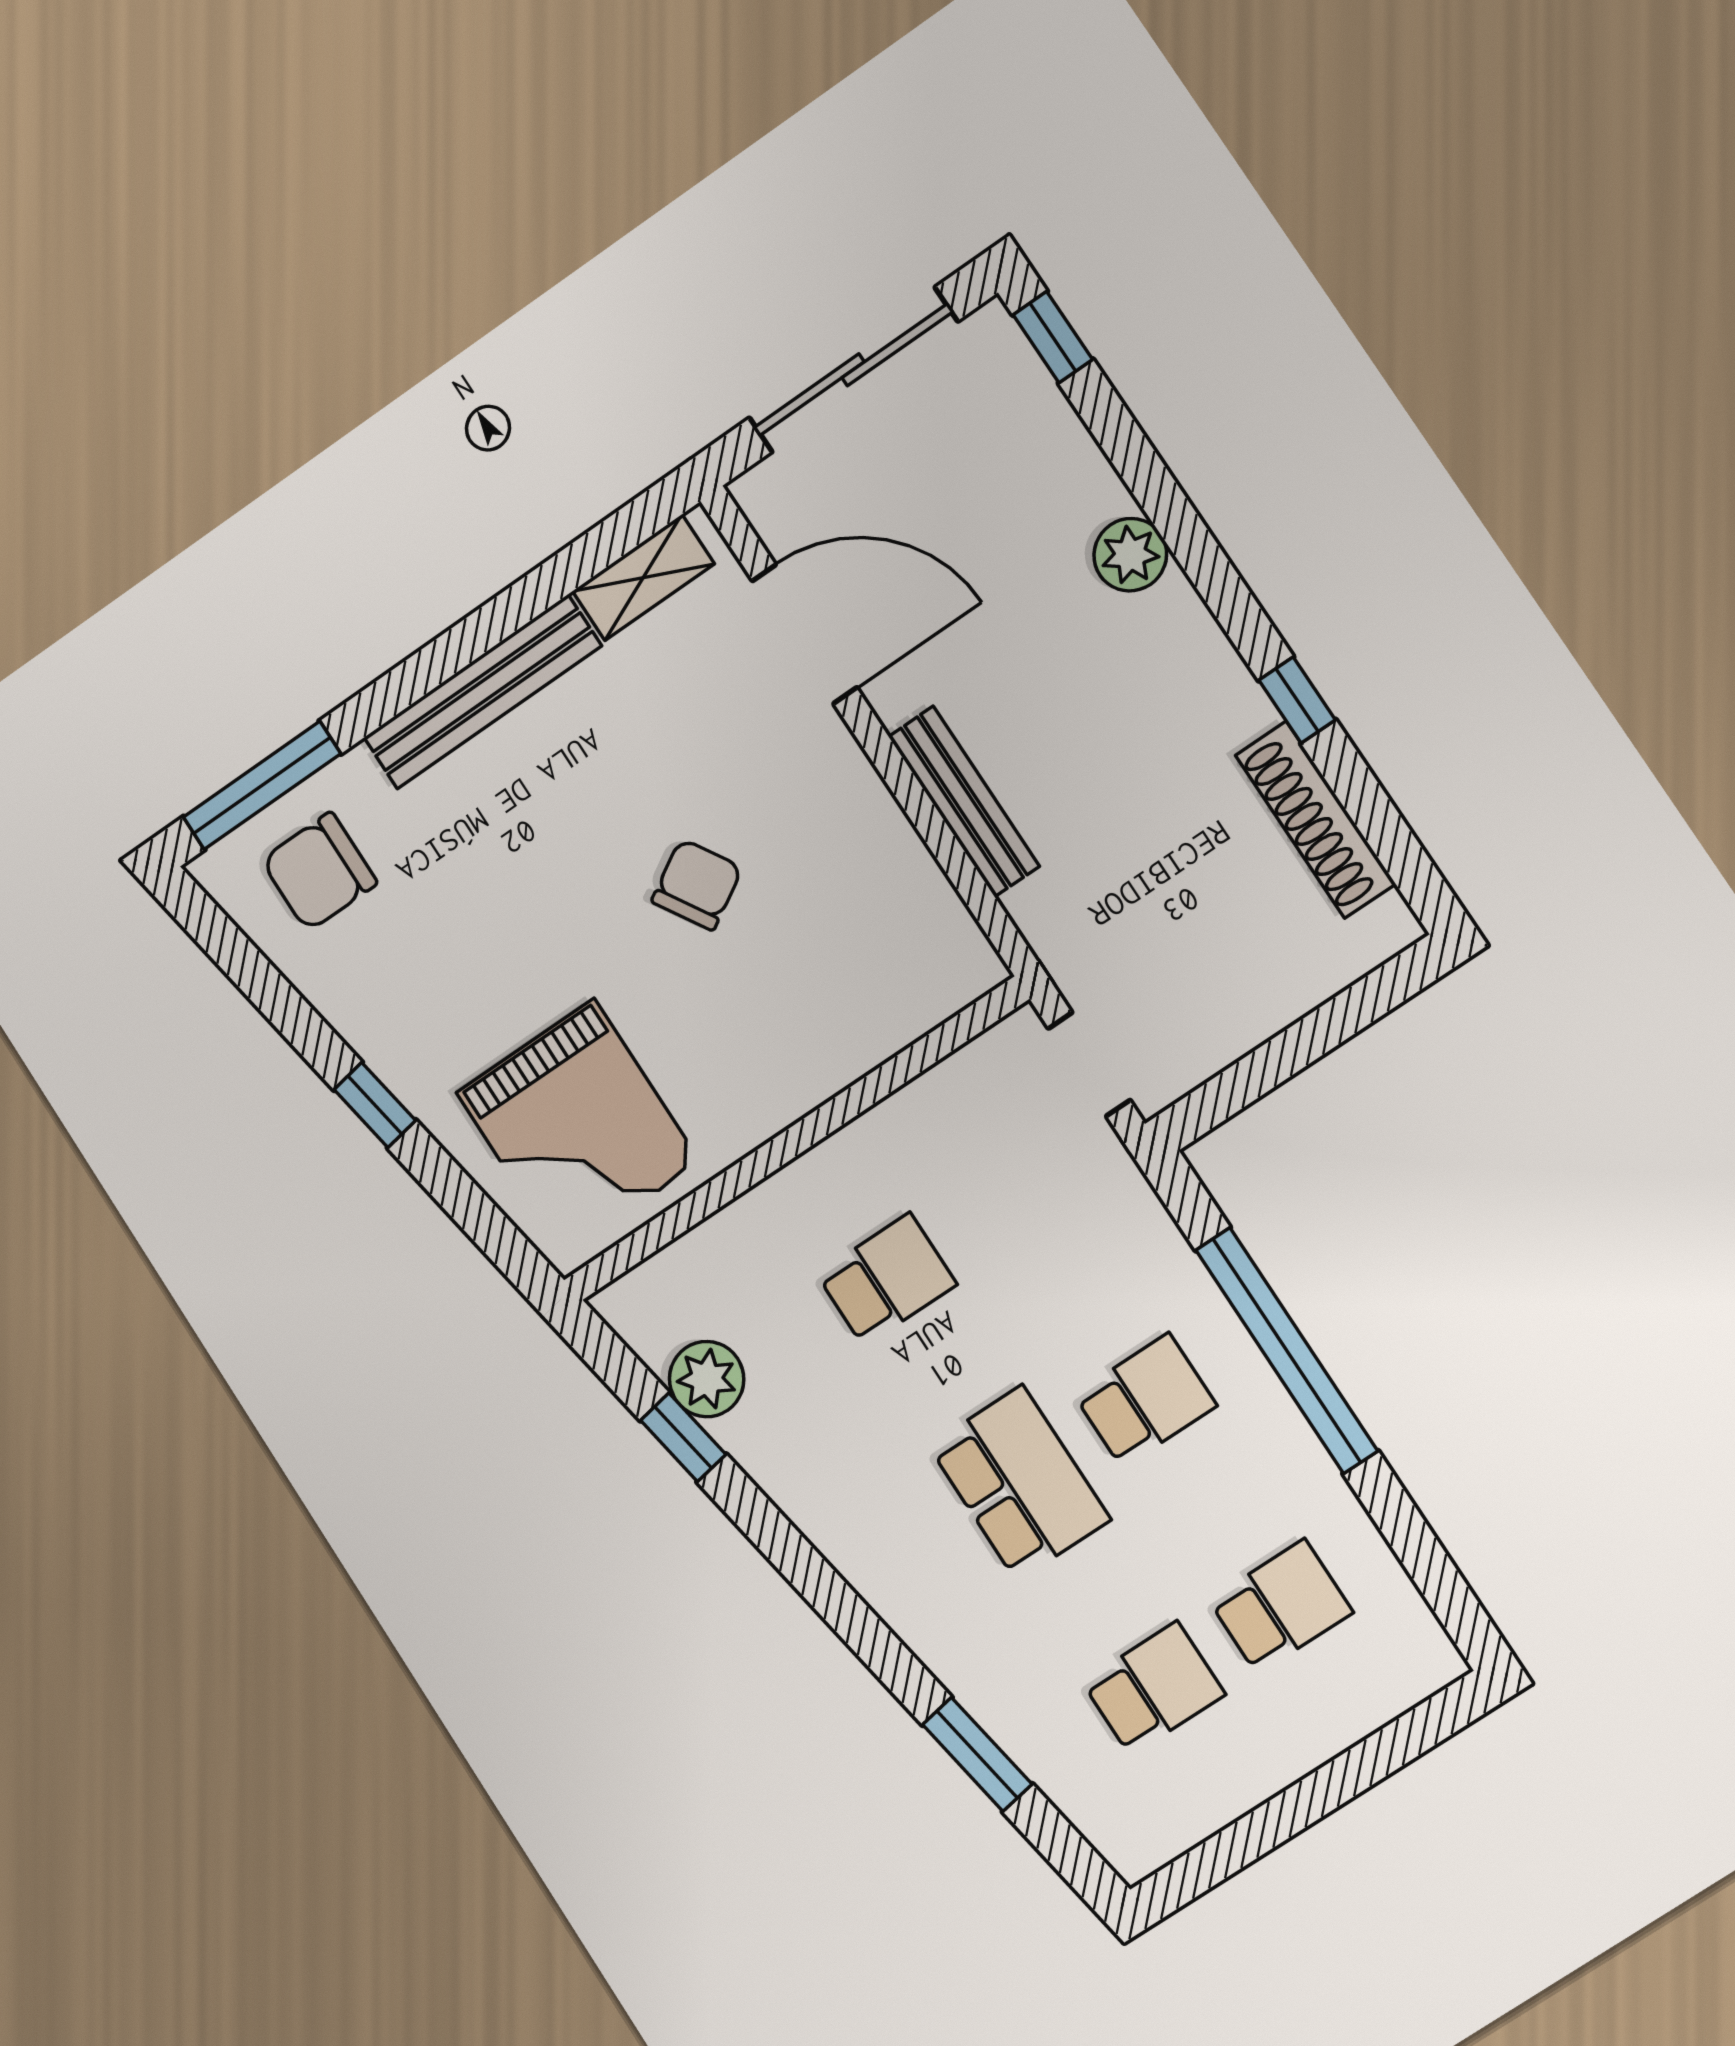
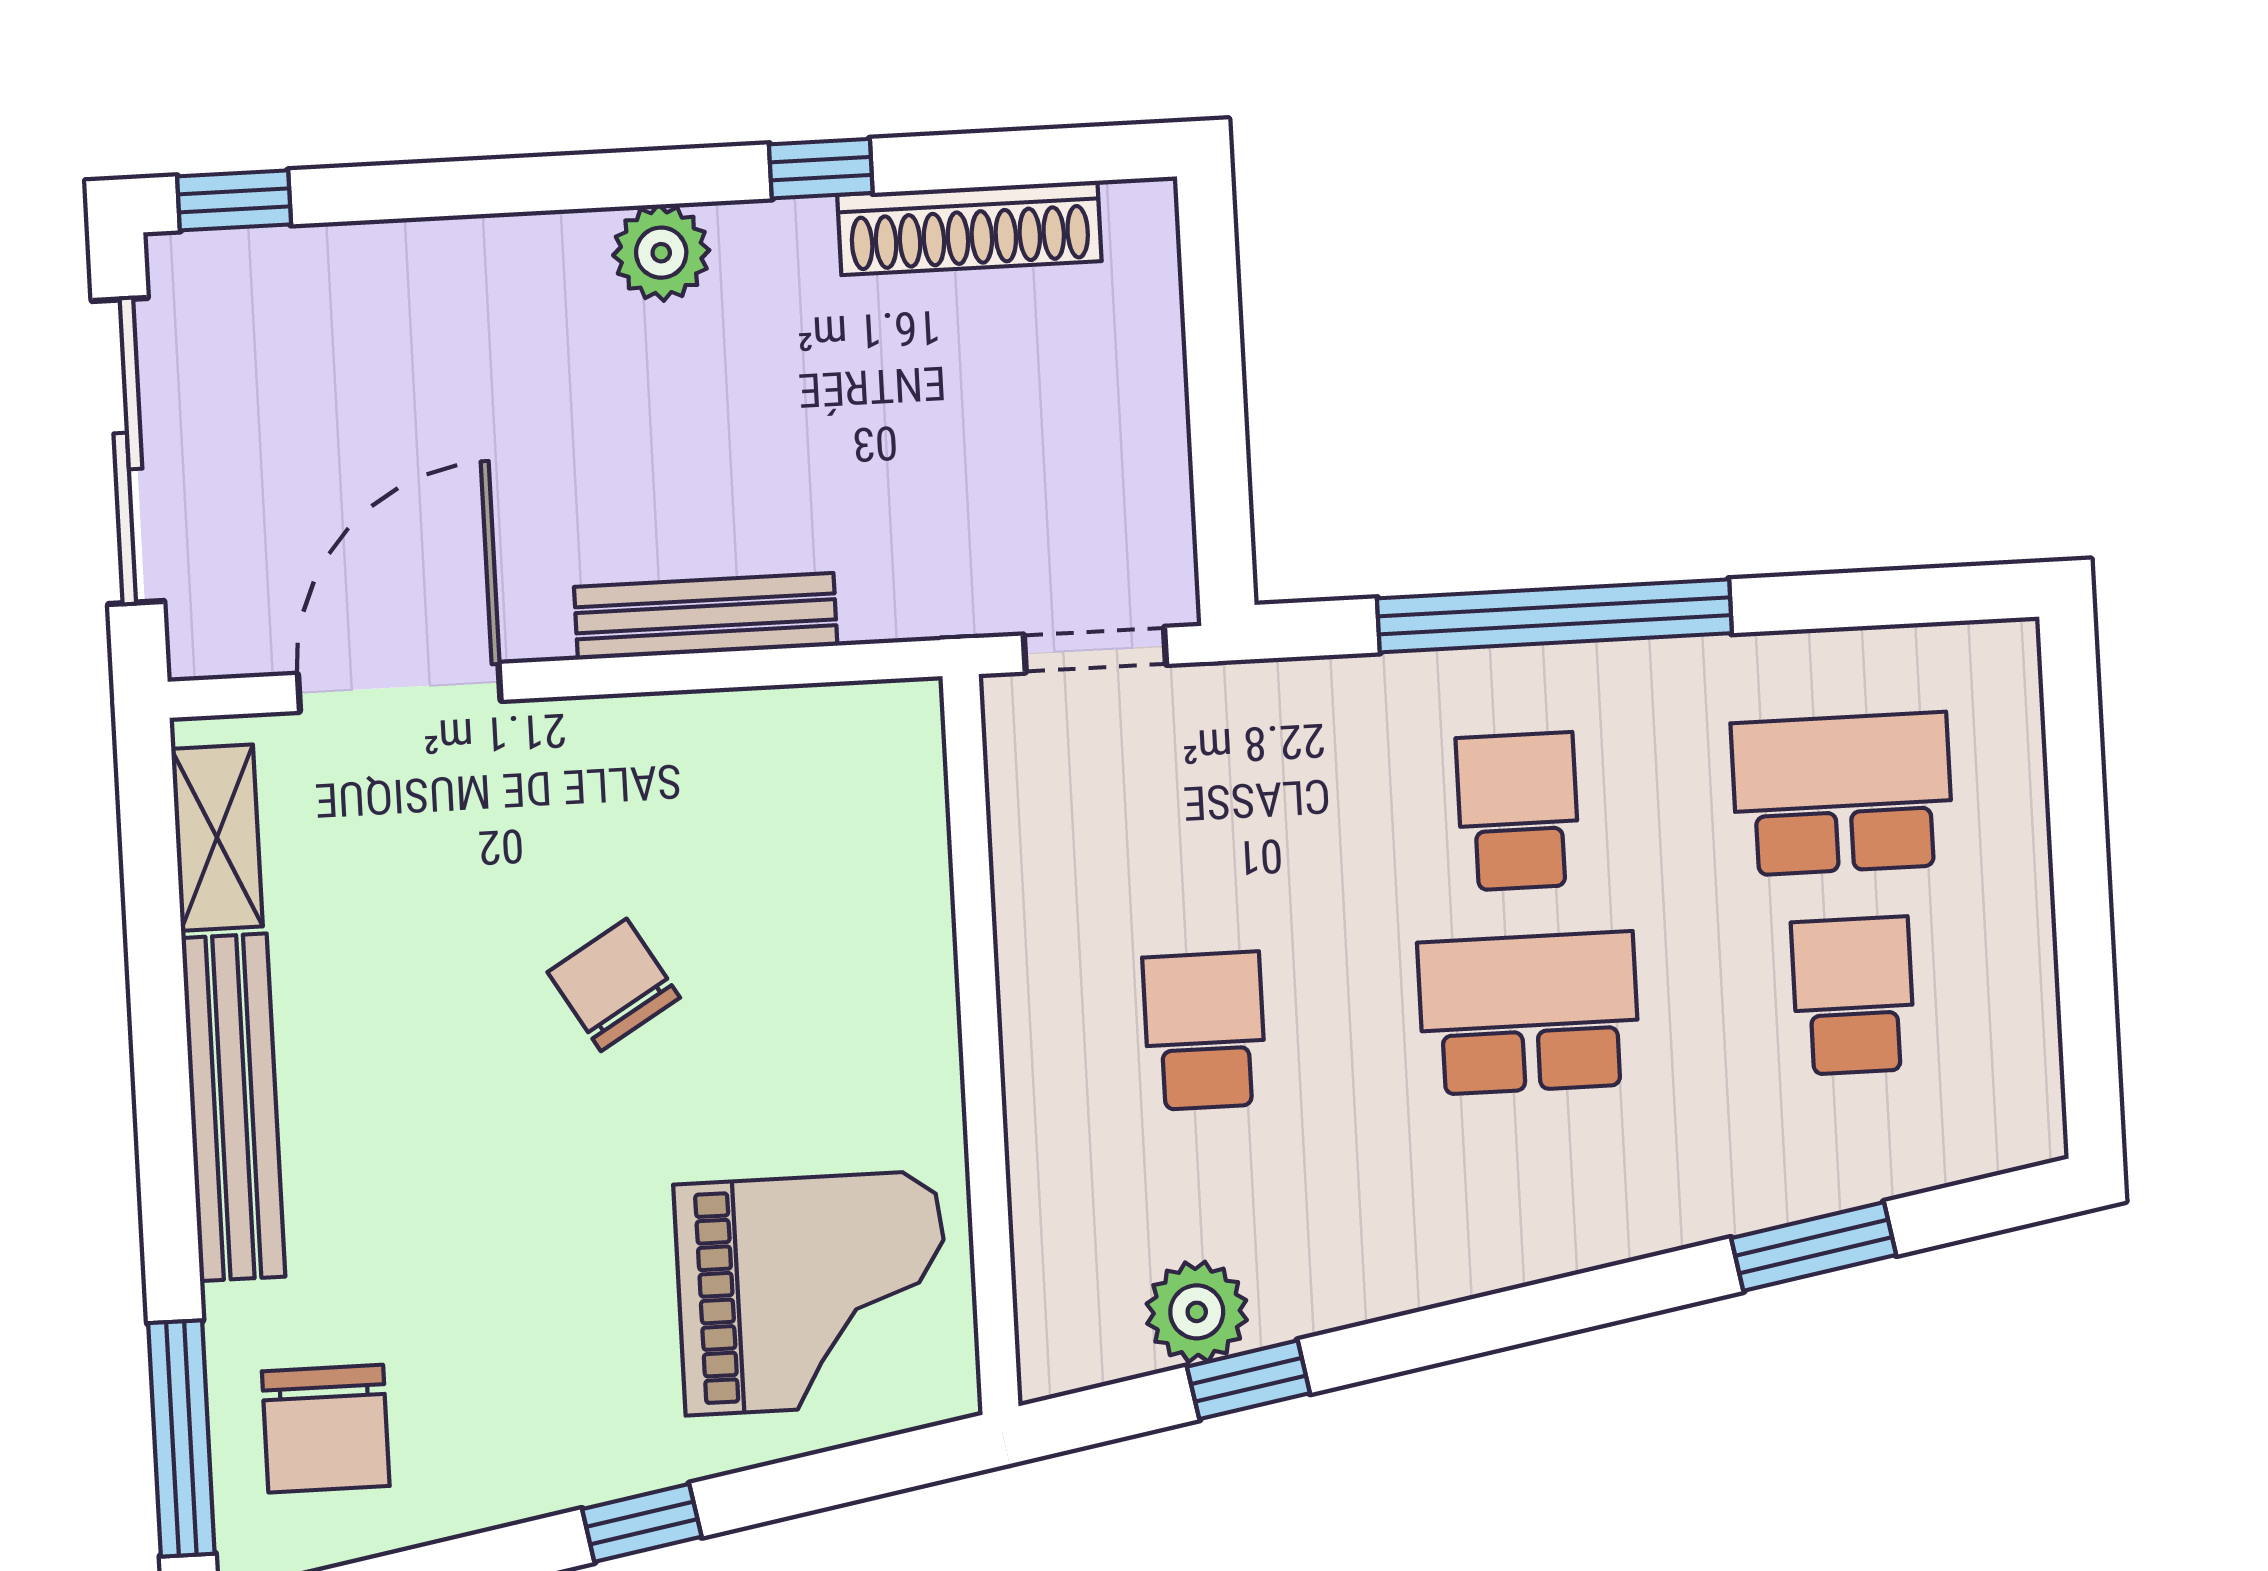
plant: (1130, 555) -> (661, 253), moved
school desk: (1281, 1606) -> (1842, 794), width x1.85

